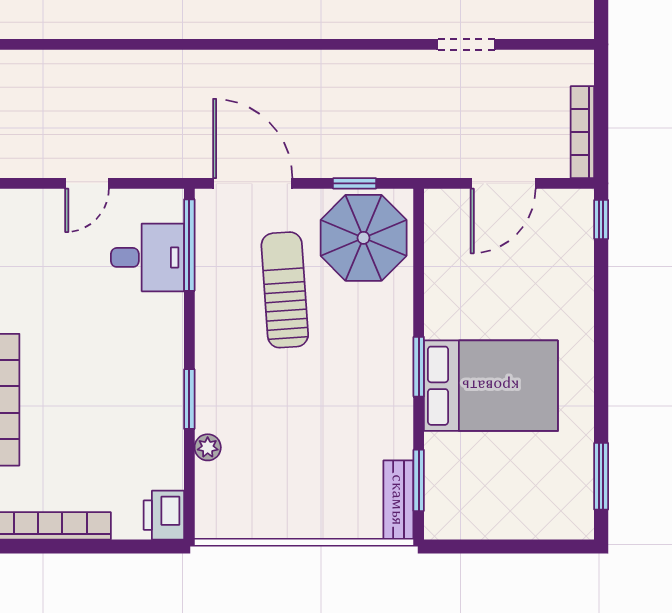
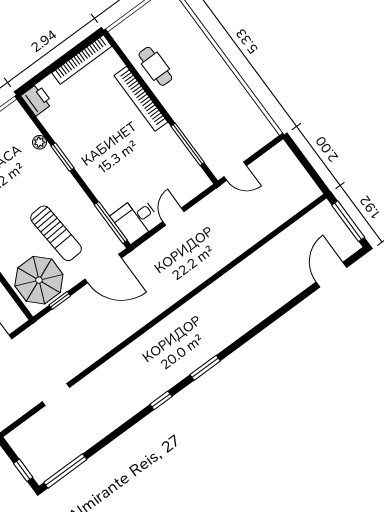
desk: (148, 257) -> (136, 219), moved

